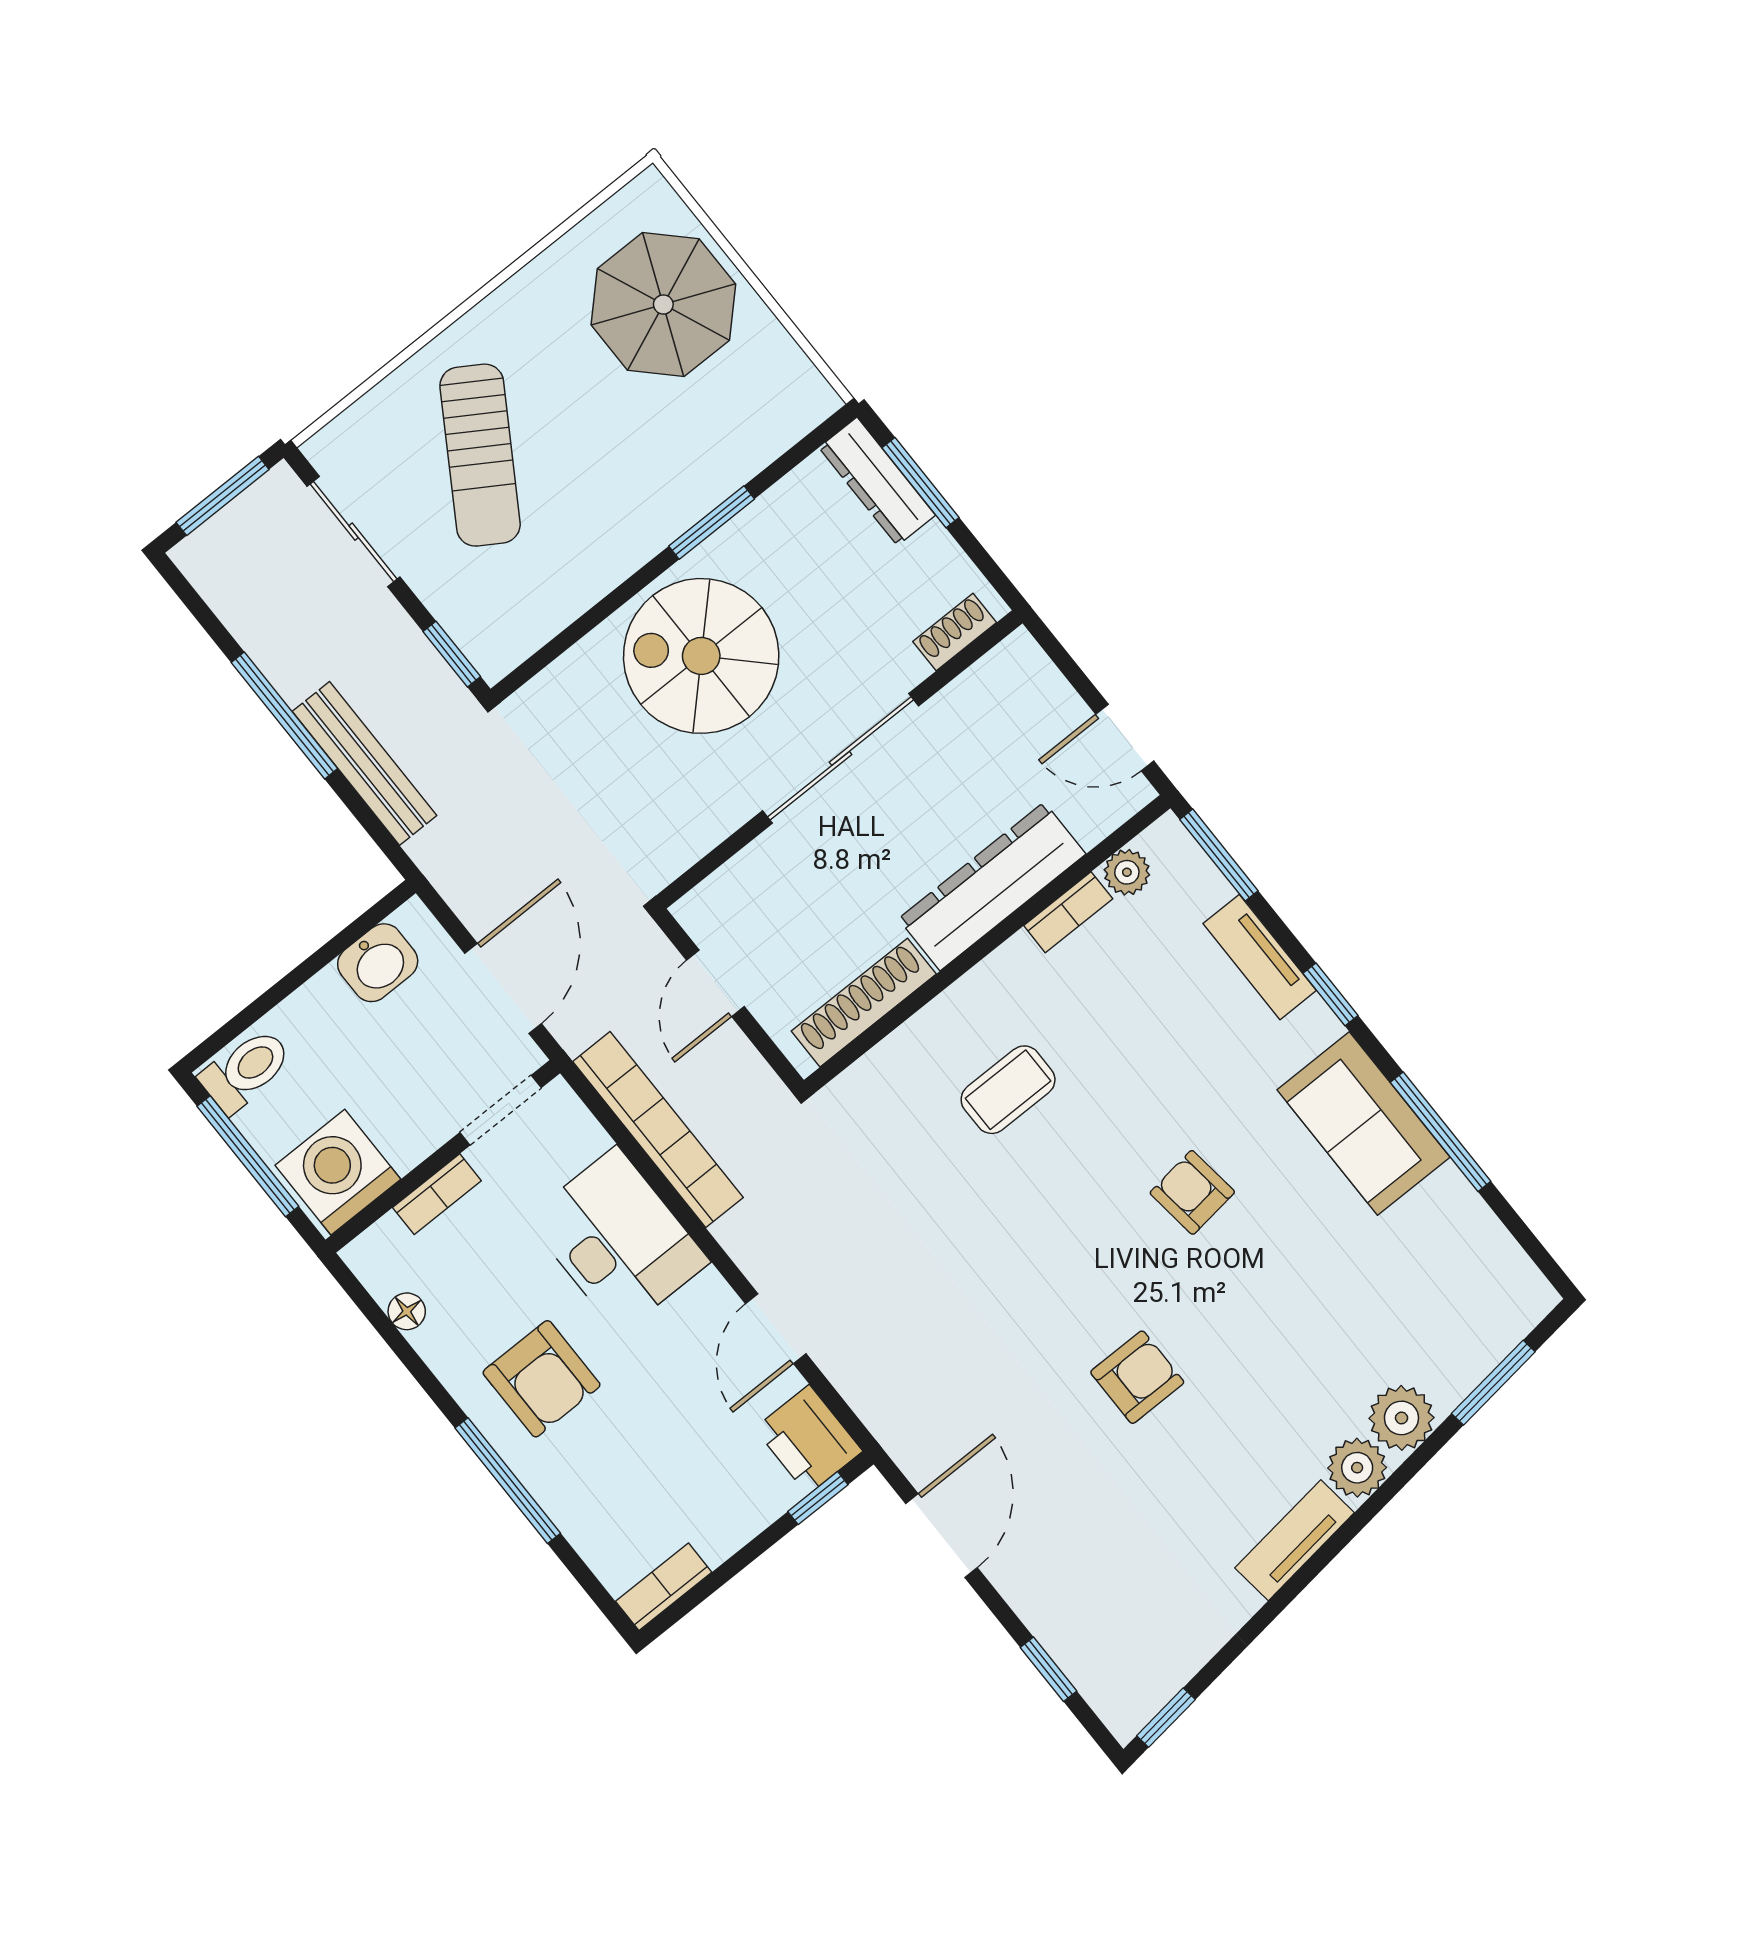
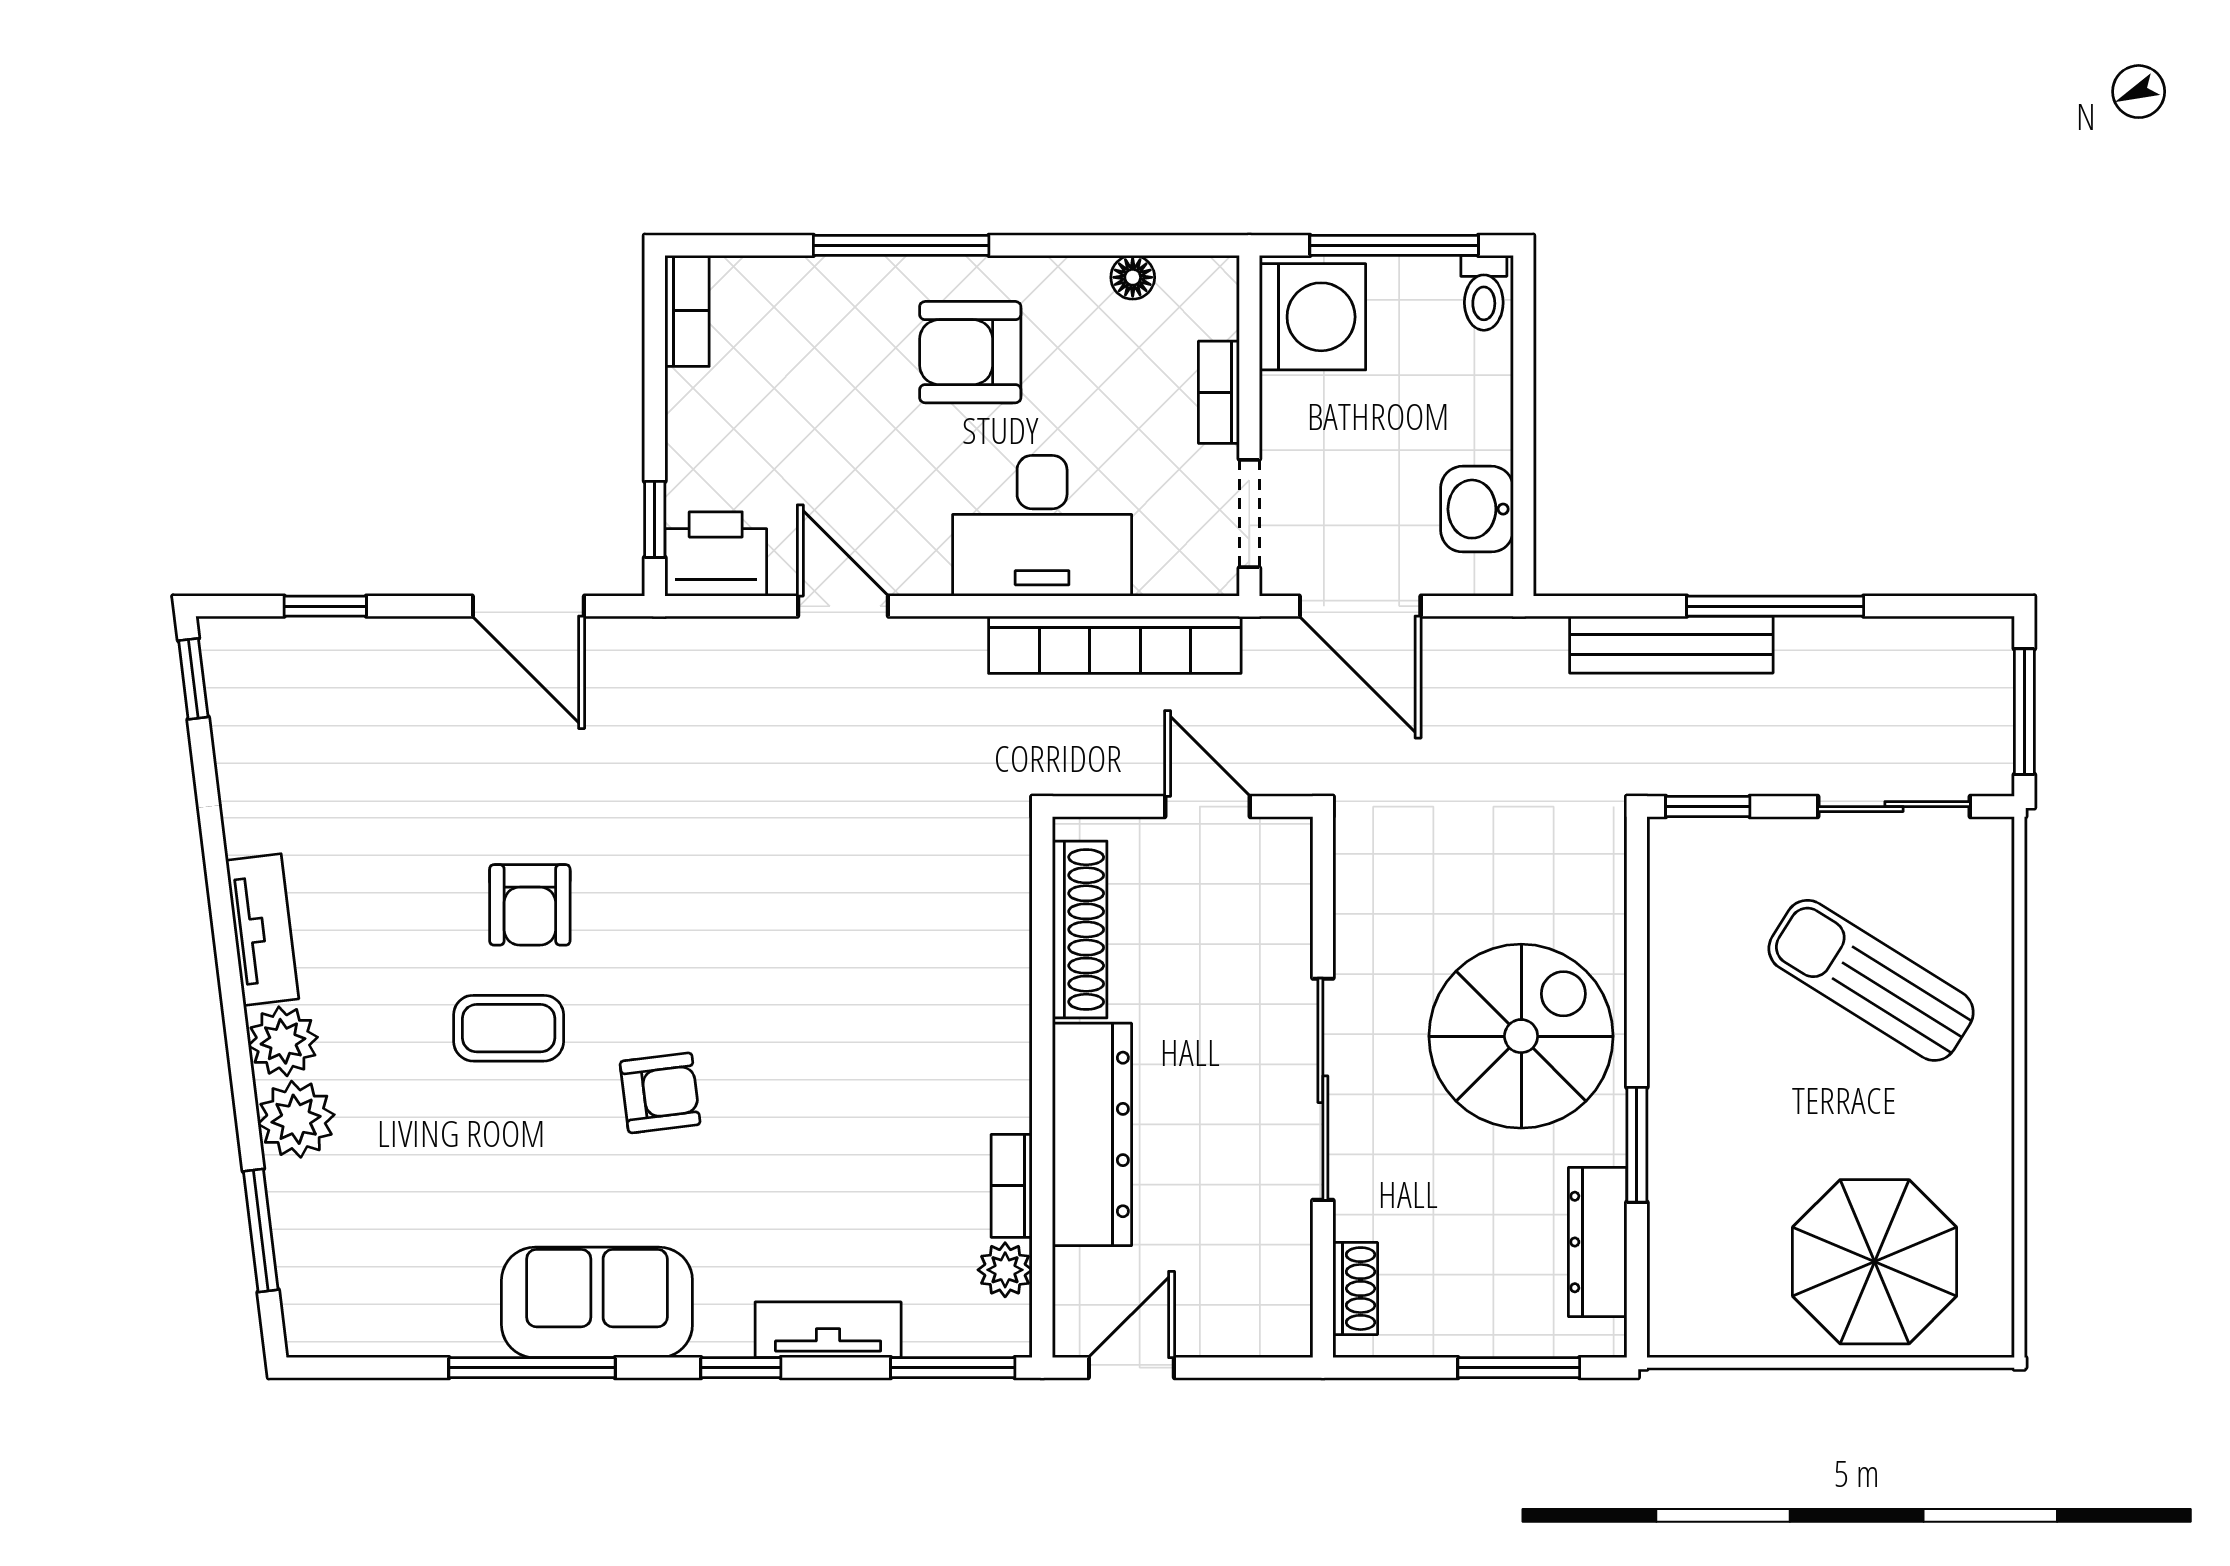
dresser: (877, 481) -> (1598, 1242), moved, turned -90
toilet: (246, 1070) -> (1484, 293), width x0.73, depth x0.72
coffee table: (1008, 1090) -> (509, 1028), moved, turned 90

